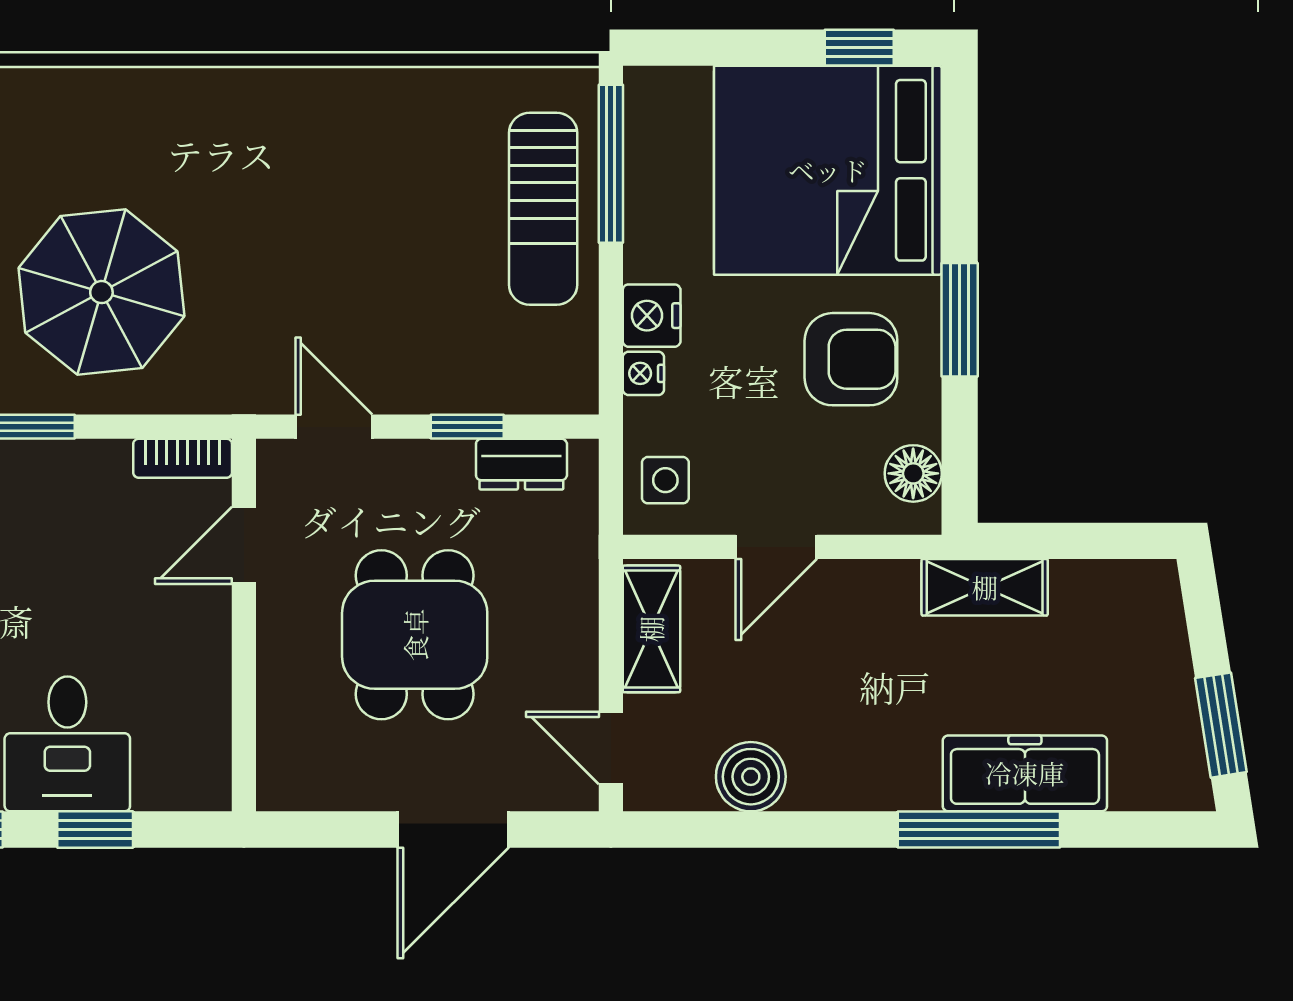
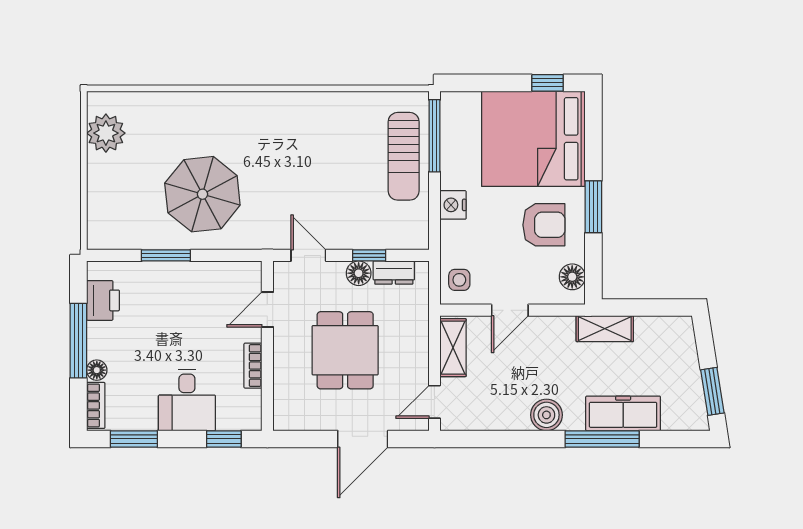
nightstand: (643, 373) -> (449, 231), removed
bookcase: (183, 458) -> (253, 366), moved, turned 90
floor lamp: (444, 466) -> (359, 273), added
door: (611, 748) -> (434, 402), hinge flipped
boiler: (751, 777) -> (546, 415), moved
window: (95, 830) -> (224, 439), moved

